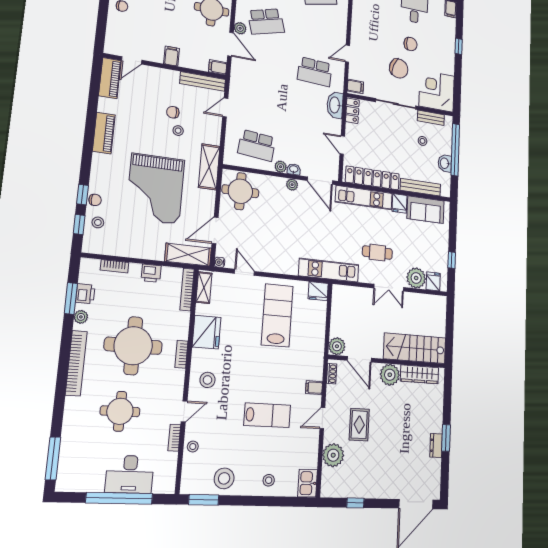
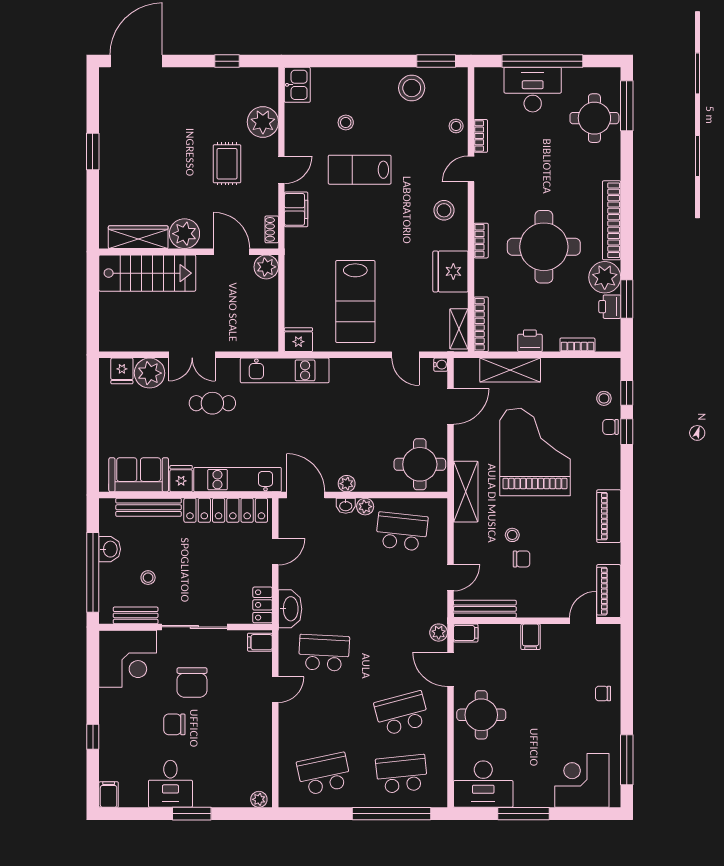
plant: (240, 28) -> (439, 633), moved
chair: (399, 68) -> (192, 682), turned -110
door: (342, 145) -> (275, 552), hinge flipped
shelving: (188, 255) -> (510, 370), moved
window: (452, 260) -> (93, 405), removed
double door: (389, 288) -> (192, 355), swing flipped
plant: (81, 317) -> (605, 277), width x1.88, depth x1.88
filing cabinet: (314, 388) -> (296, 209), width x2.00
round table: (120, 411) -> (594, 118), moved
dresser: (436, 445) -> (108, 141), removed
stool: (269, 480) -> (346, 122), moved

